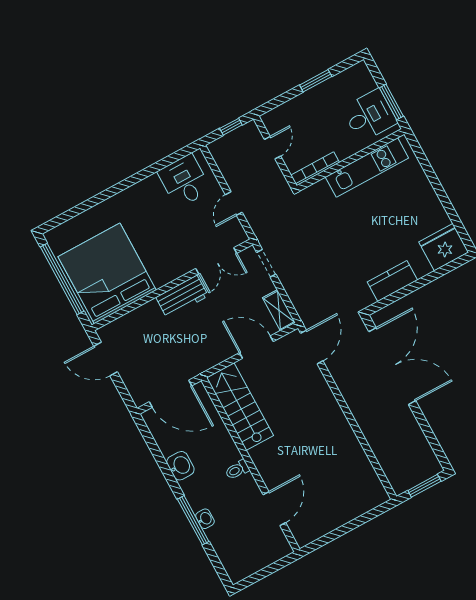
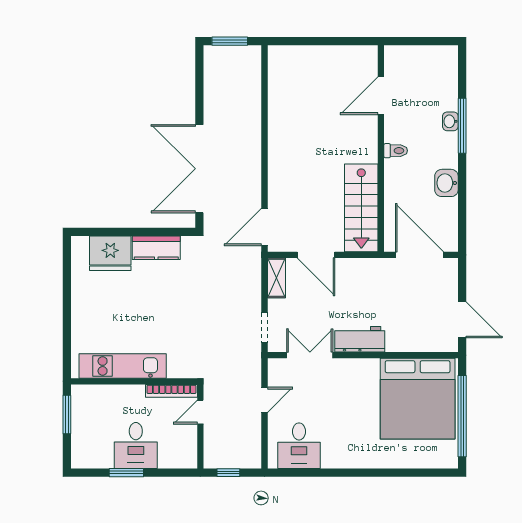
desk: (370, 116) -> (136, 445), moved, turned -90
door: (273, 148) -> (200, 412), moved
fridge: (444, 247) -> (110, 253), moved

